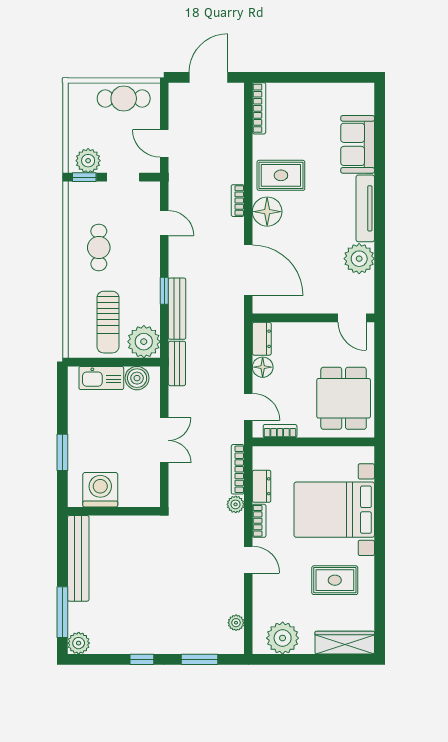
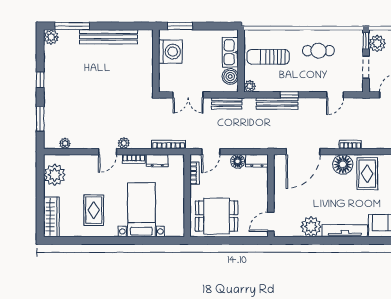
plant: (144, 342) -> (250, 86), width x0.53, depth x0.53
bench: (177, 363) -> (227, 103), moved
washing machine: (100, 490) -> (170, 52), moved
plant: (236, 504) -> (124, 143), moved
bed with nightstands: (334, 510) -> (141, 210), width x0.73
wall: (114, 511) -> (156, 61), moved

